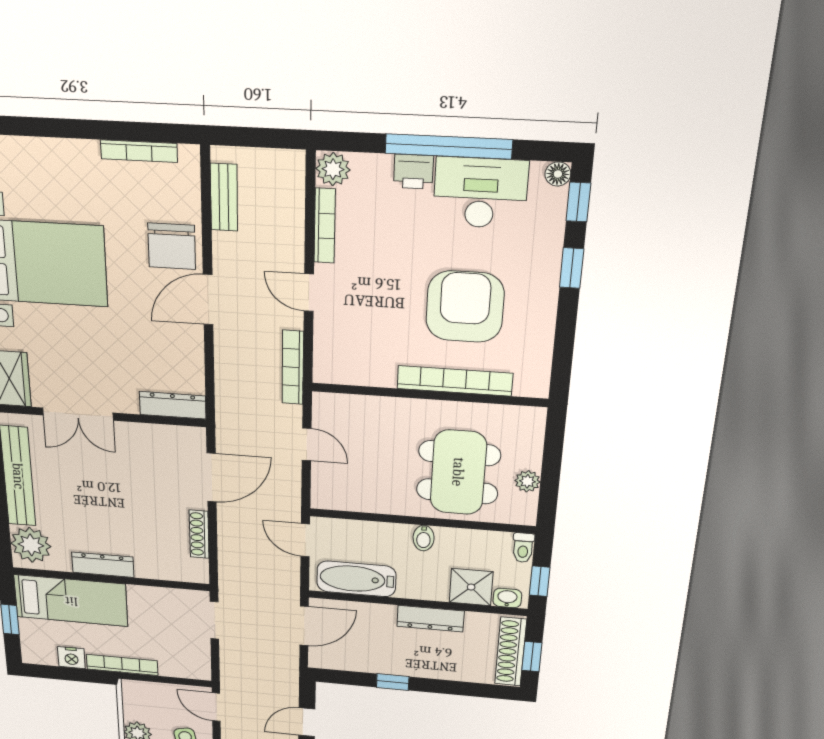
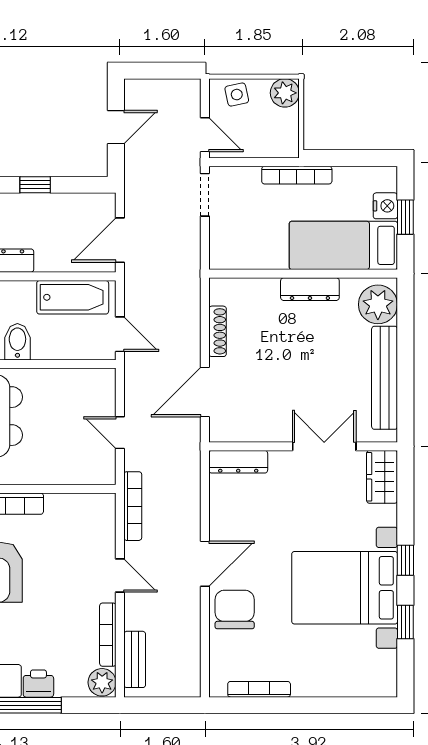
bench: (224, 197) -> (135, 659), moved
bidet: (424, 538) -> (17, 342), width x1.38, depth x1.36
doorway: (214, 620) -> (205, 195), moved
nightstand: (71, 658) -> (385, 206), moved, turned 90

